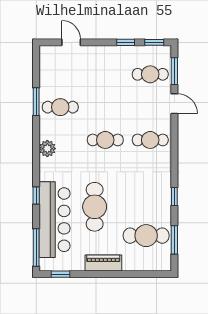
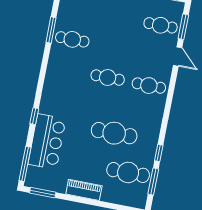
plant: (47, 149) -> (53, 75), removed
window: (174, 197) -> (159, 153), moved
cafe table: (95, 207) -> (114, 133), moved, turned 90
bar counter: (54, 220) -> (47, 142), width x0.73
window: (61, 274) -> (43, 193), width x1.50

